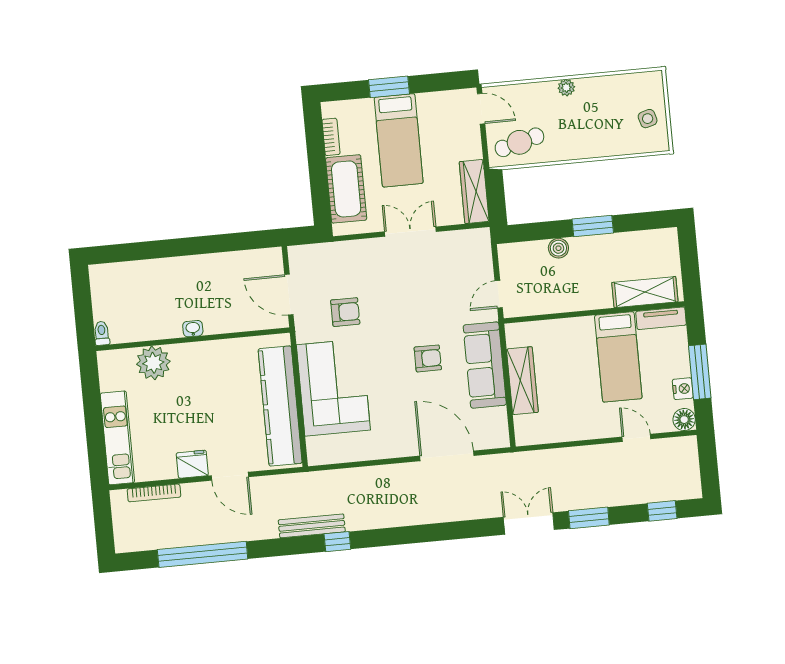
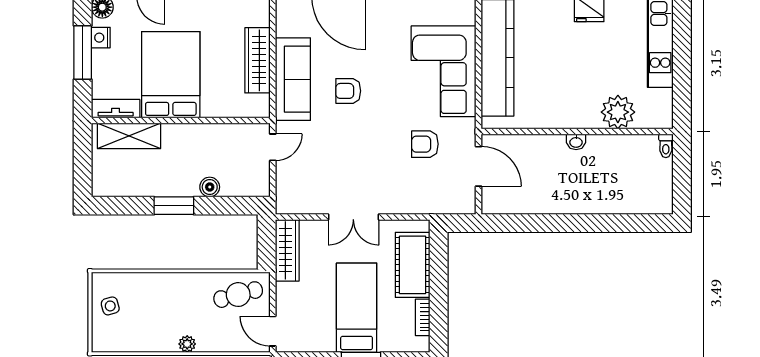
bed: (618, 357) -> (171, 75), width x1.50

